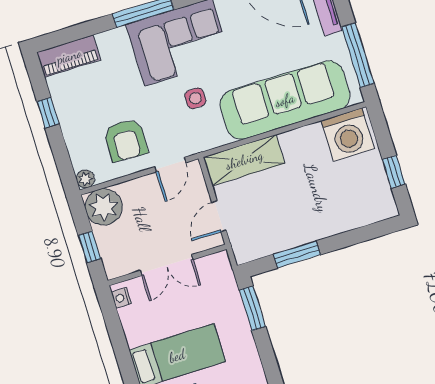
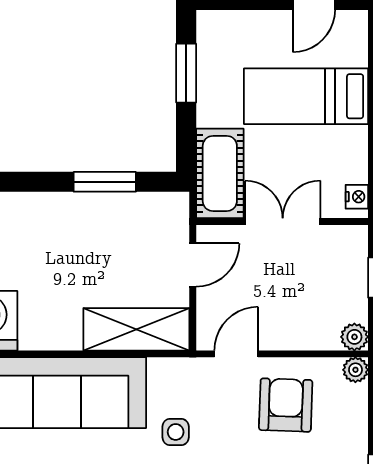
plant: (104, 207) -> (354, 337), width x0.53, depth x0.53
cot: (220, 285) -> (220, 173), added
window: (252, 308) -> (186, 73), moved

